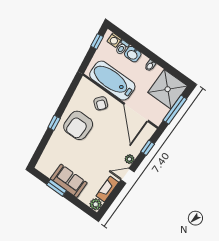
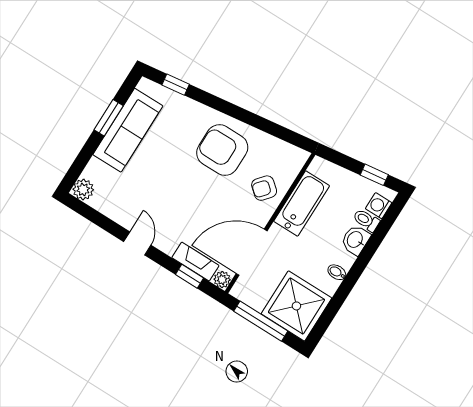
bathtub: (112, 81) -> (302, 204), width x0.73, depth x0.73
window: (54, 123) -> (176, 85), moved
plant: (129, 159) -> (222, 280), moved
sofa: (69, 181) -> (128, 130), width x1.36
fireplace: (107, 189) -> (195, 262), moved

